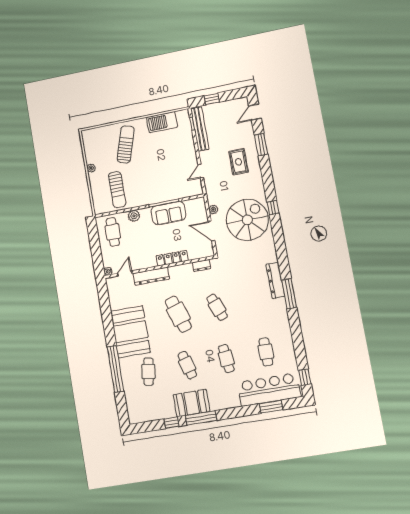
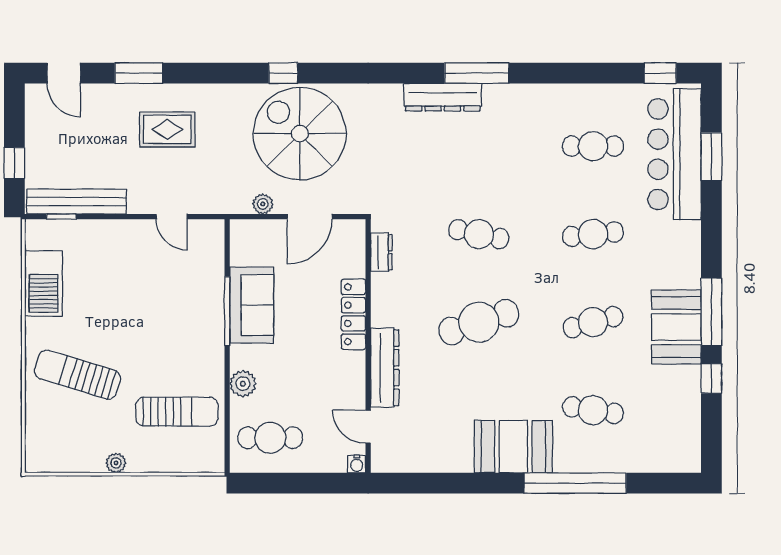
cafe table: (217, 307) -> (479, 234), turned 33
booth: (130, 332) -> (513, 447), width x0.73, depth x0.70

